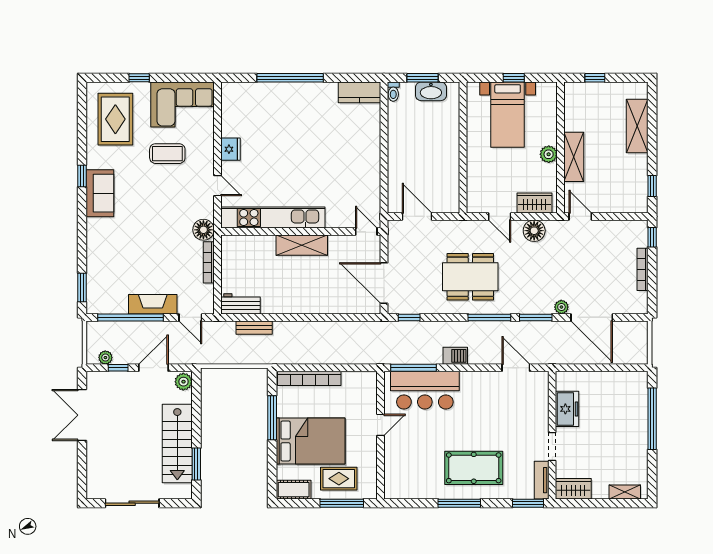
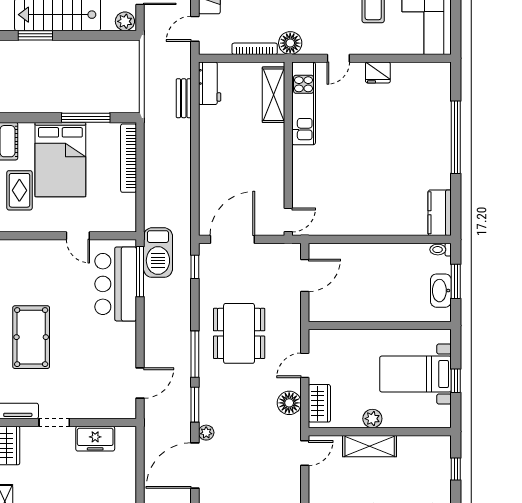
kitchen unit: (273, 217) -> (304, 103), width x0.73
shelving: (302, 245) -> (273, 95), moved
barbecue: (455, 356) -> (158, 253), moved, width x1.88, depth x1.53

